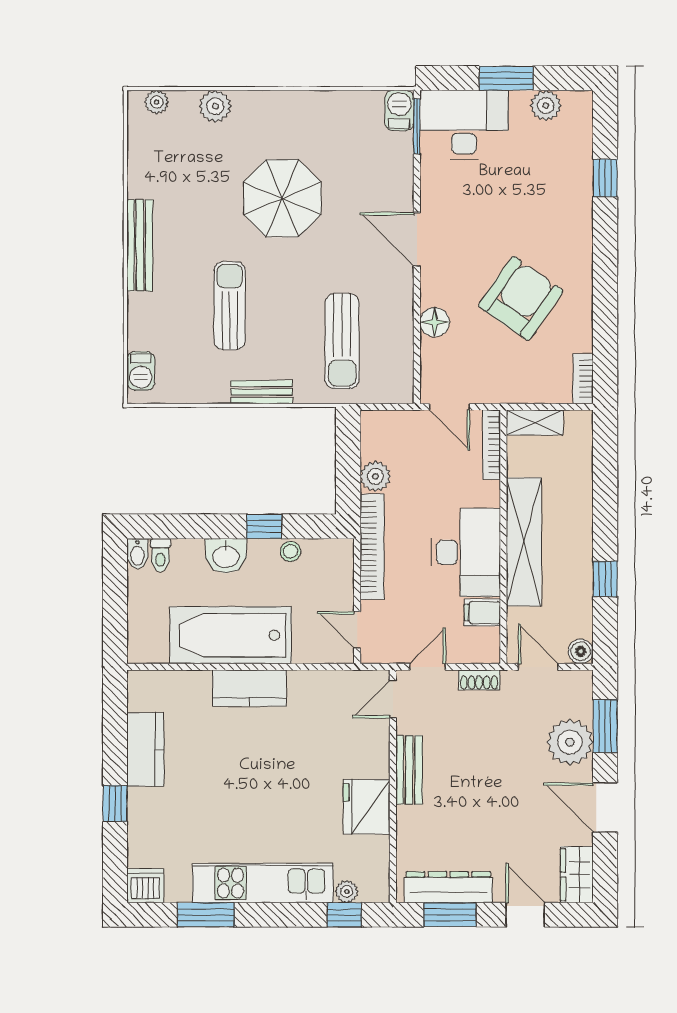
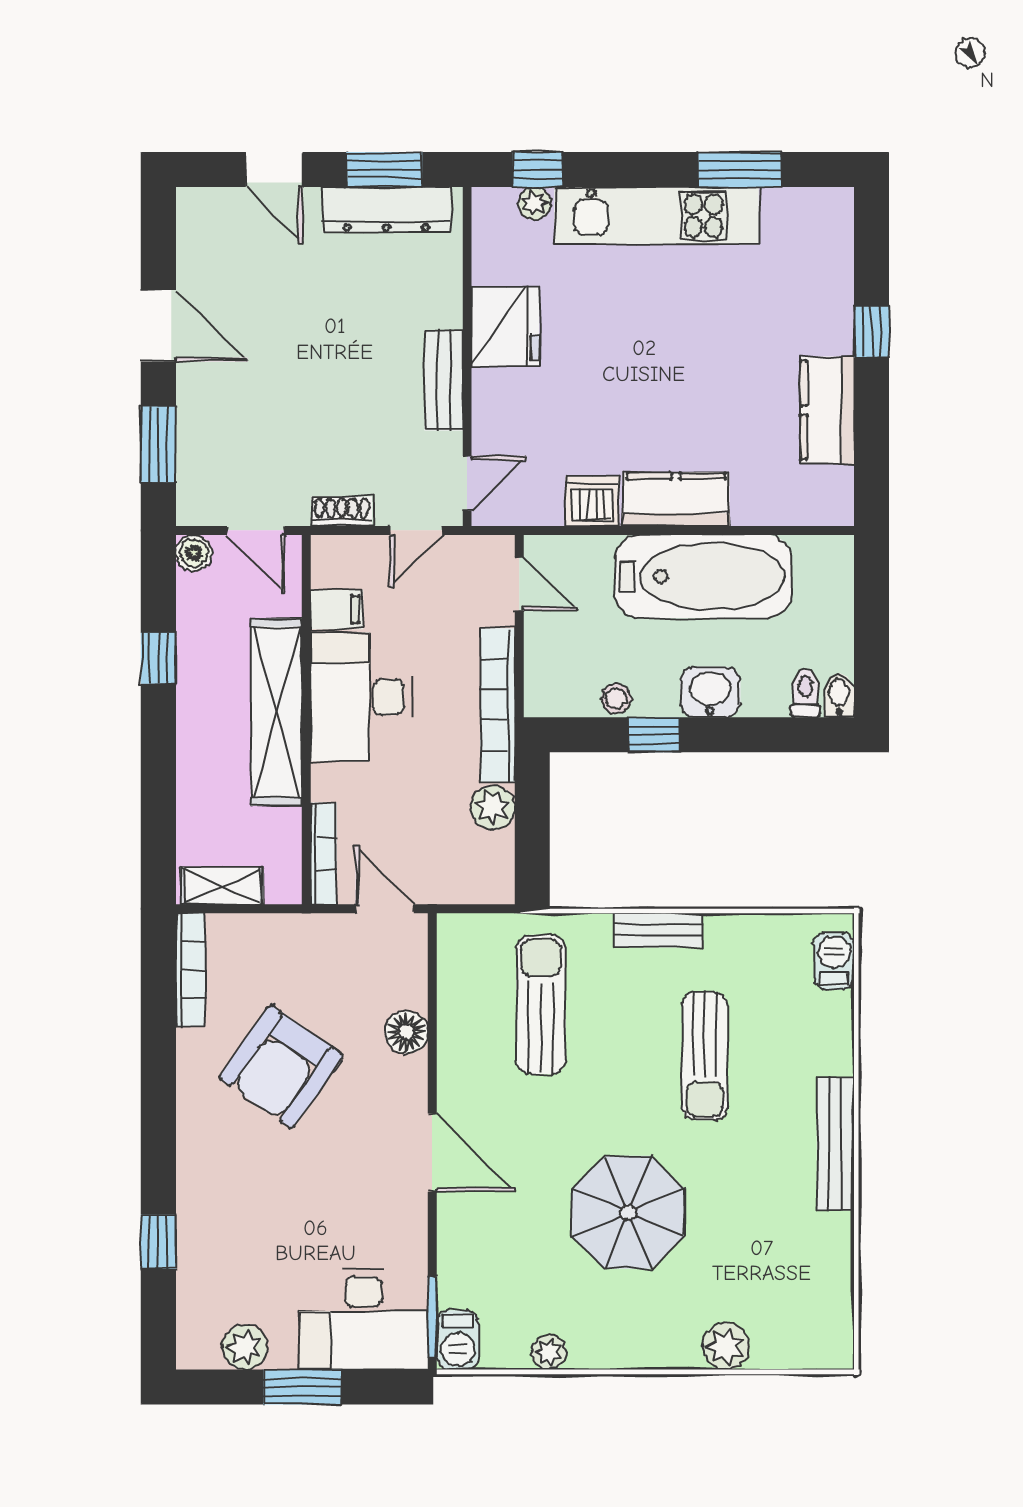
plant: (157, 102) -> (549, 1352), moved
bookcase: (583, 379) -> (190, 970), width x1.56
shelving: (535, 423) -> (222, 886), moved
plant: (570, 742) -> (210, 421), removed
wardrobe: (577, 875) -> (200, 228), removed
dishwasher: (145, 886) -> (592, 501), moved, turned 180

